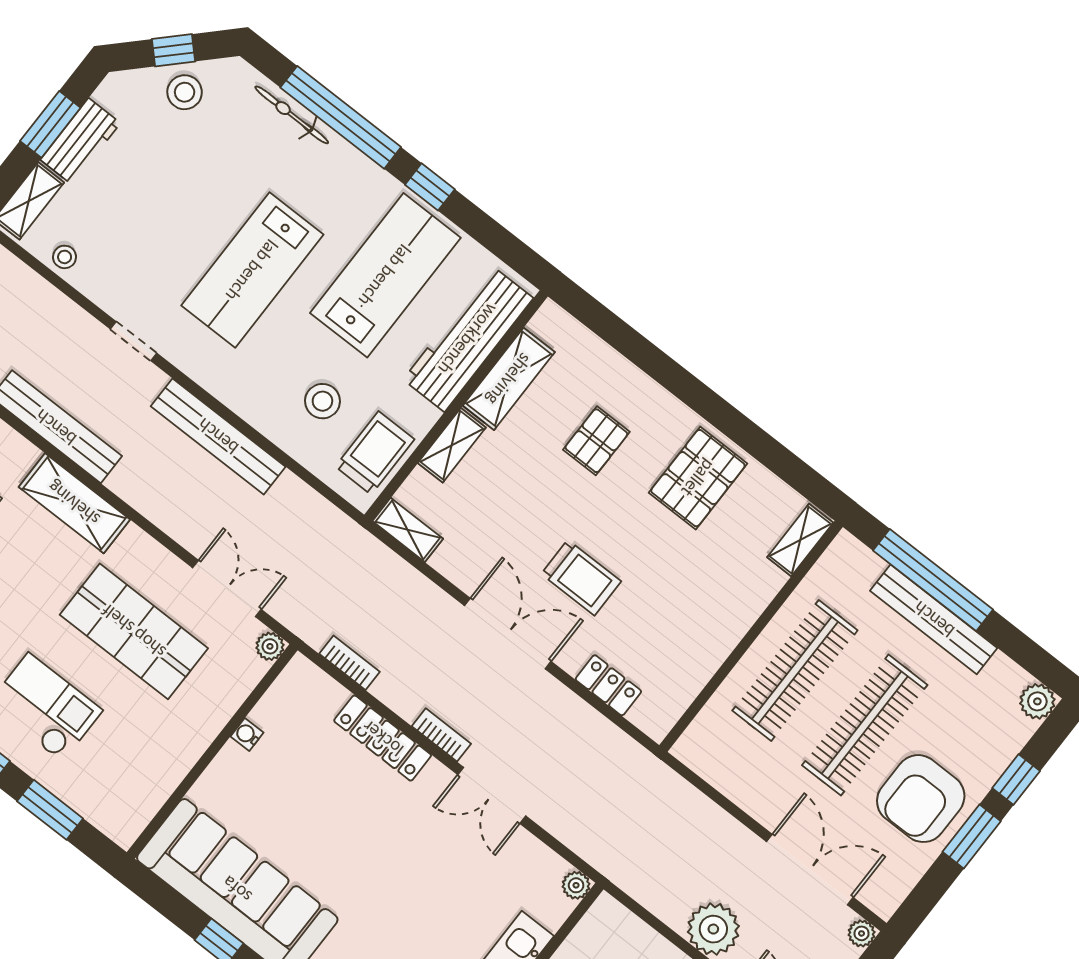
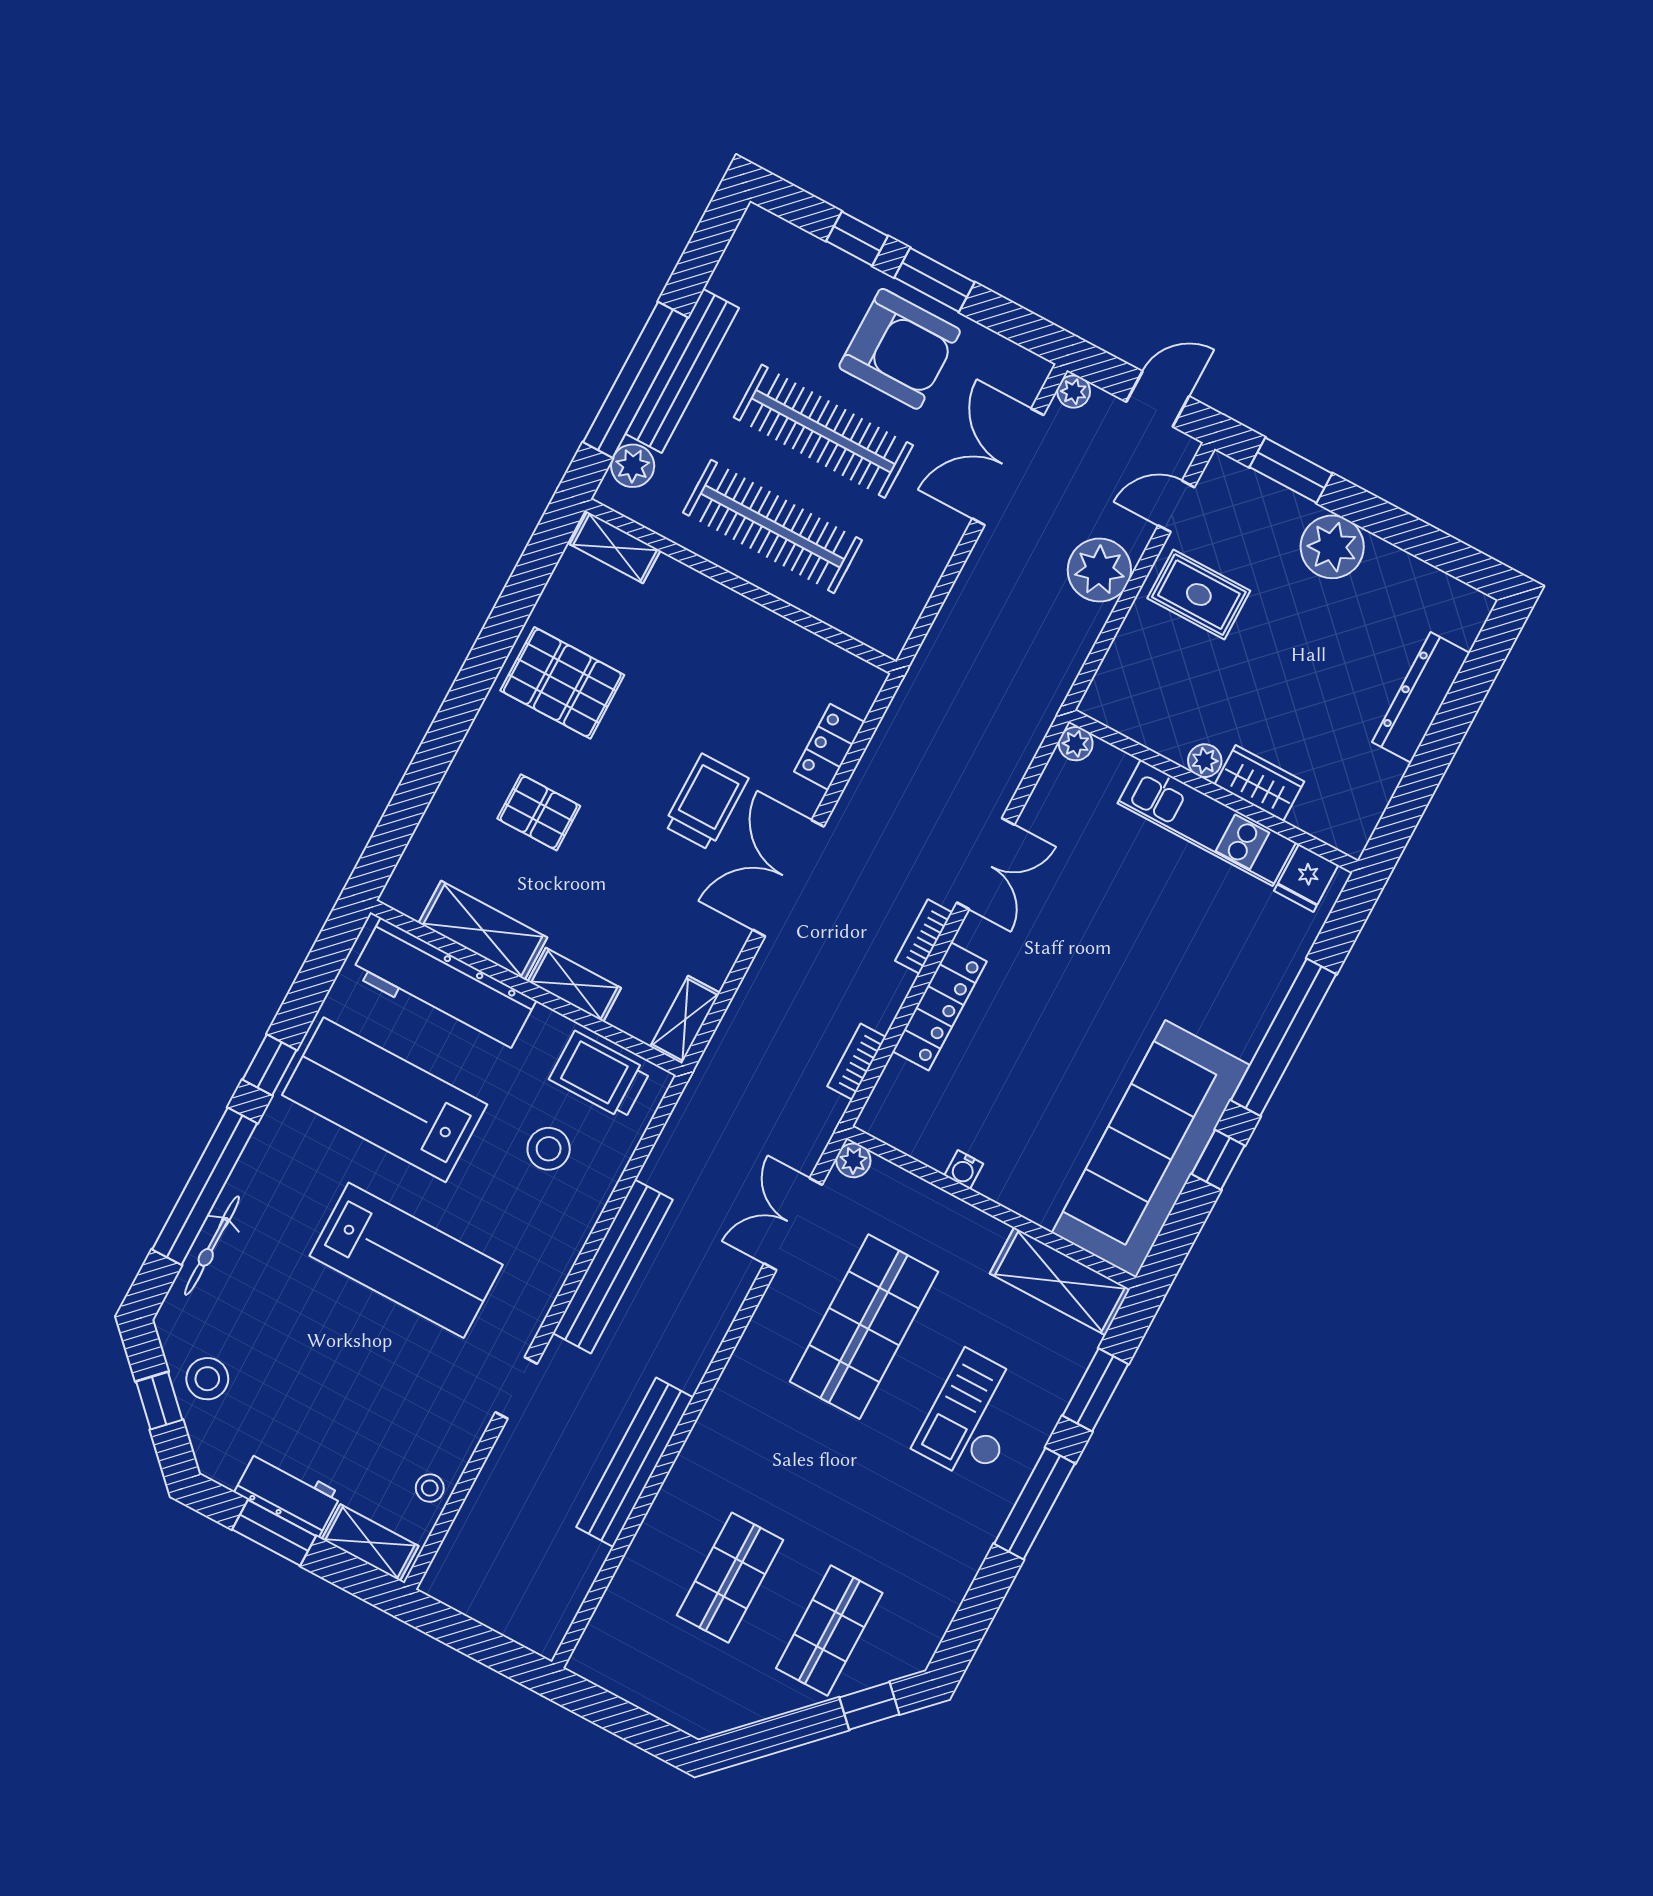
shelving: (74, 503) -> (1060, 1281), moved, turned 90
plant: (1037, 701) -> (633, 466), moved

